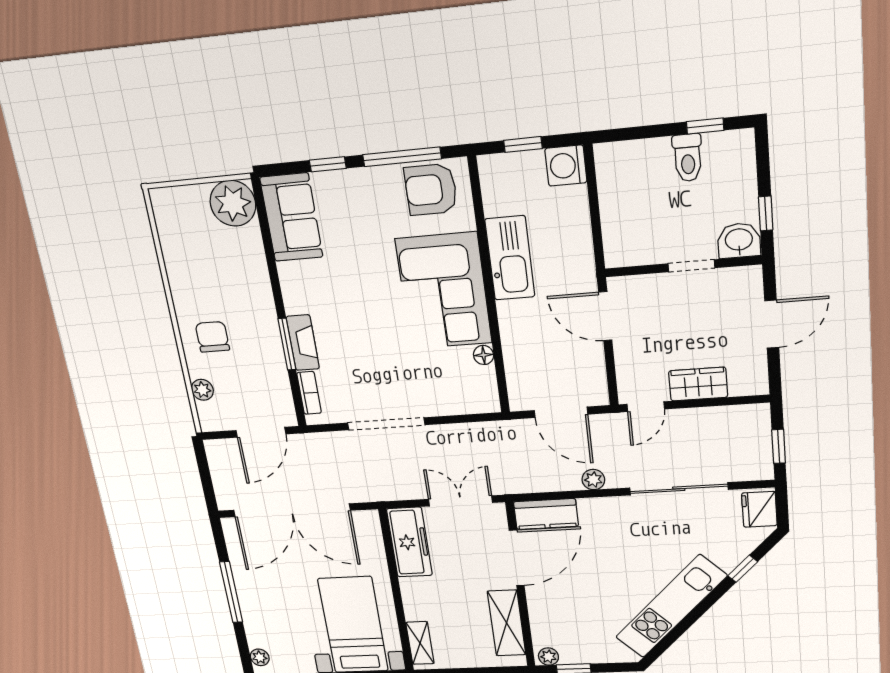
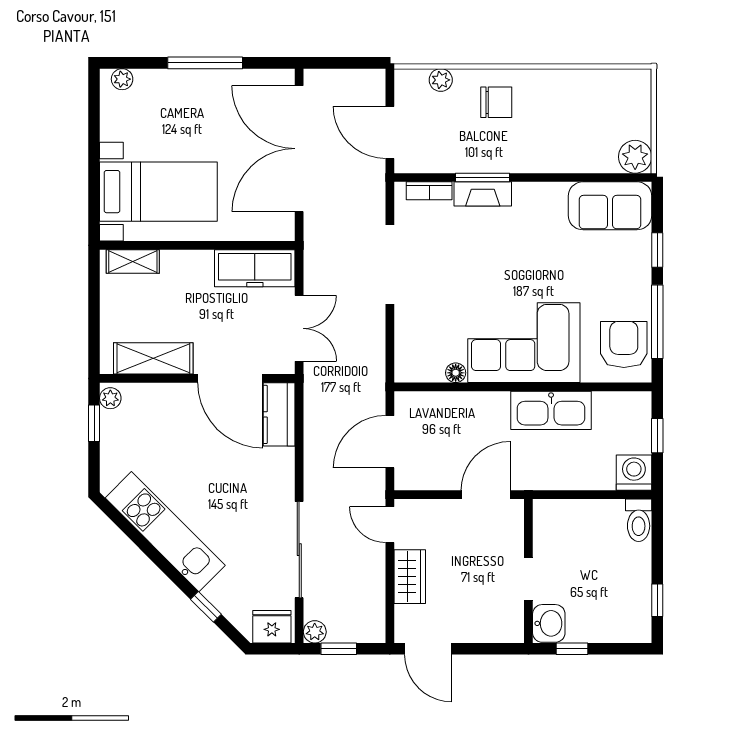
toilet: (688, 158) -> (639, 520), moved, turned -90
plant: (233, 203) -> (635, 157), width x0.73, depth x0.73
door: (772, 324) -> (428, 649), moved
plant: (593, 480) -> (315, 632), moved

